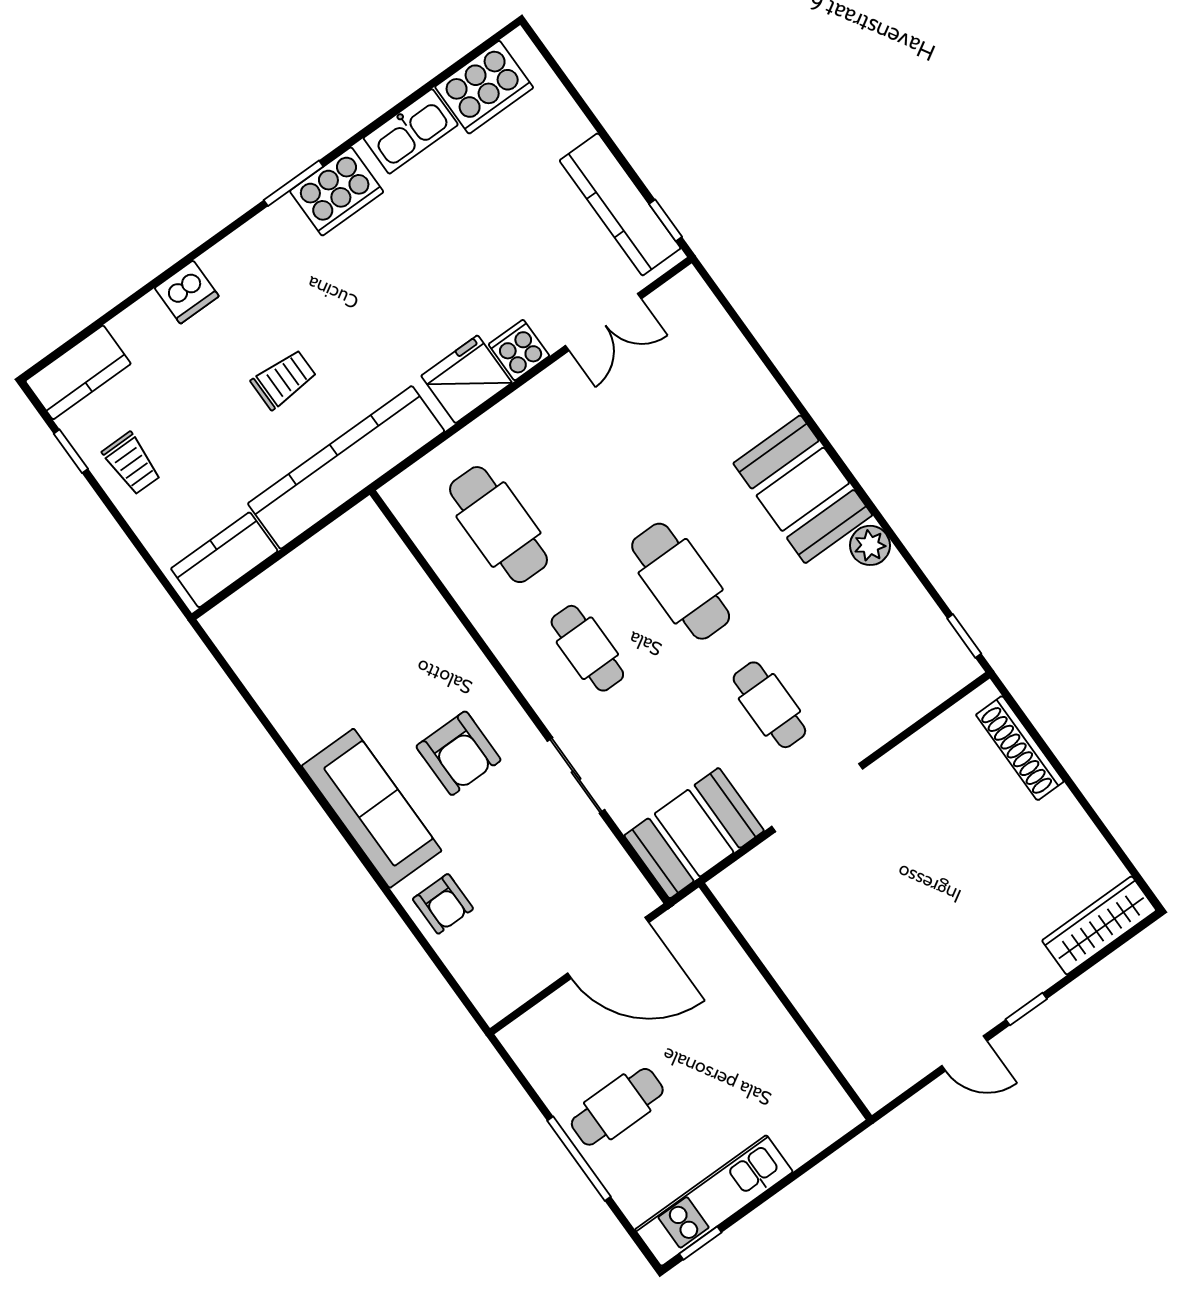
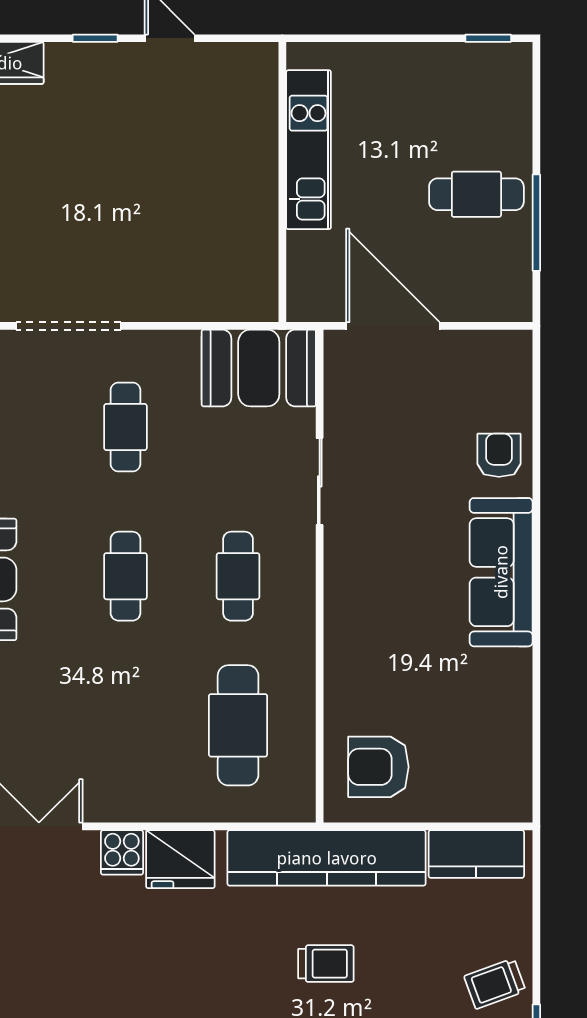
trolley: (284, 379) -> (326, 964), turned 180
trolley: (132, 463) -> (495, 984), turned -110
cafe table: (681, 581) -> (125, 576), width x0.73, depth x0.74
armchair: (459, 753) -> (378, 767), moved, turned -90
doorway: (817, 798) -> (68, 326), moved
window: (579, 1159) -> (536, 223), moved
kitchen unit: (714, 1201) -> (309, 150), moved, turned -90

